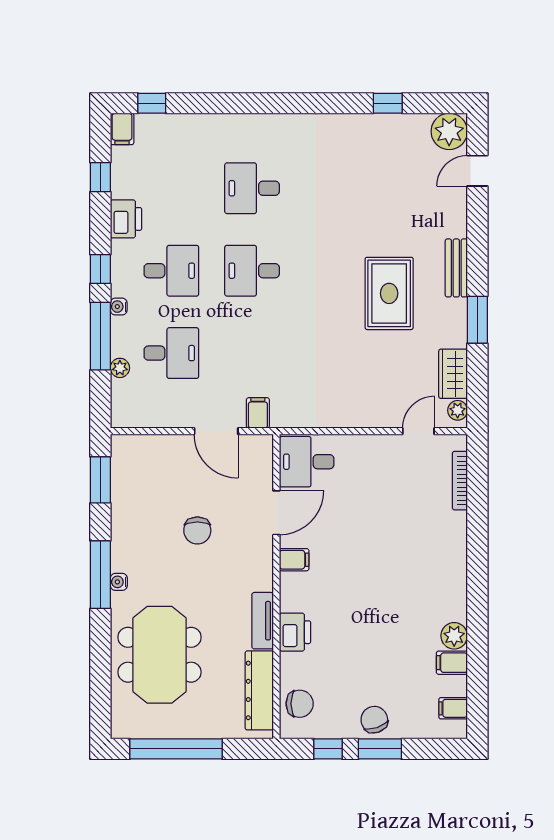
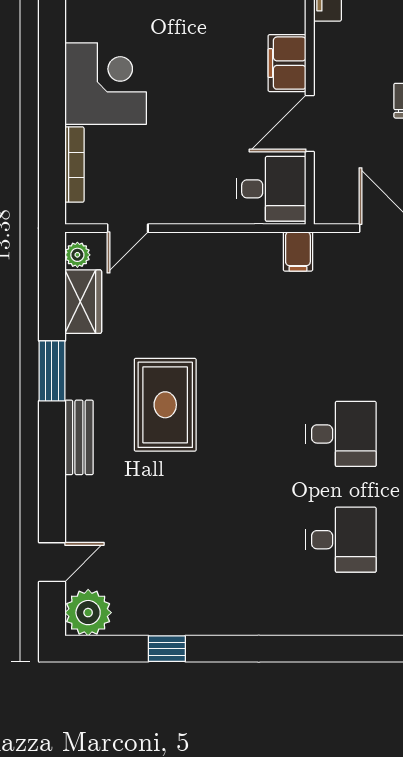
filing cabinet: (258, 413) -> (298, 251), moved
corner desk: (436, 544) -> (106, 84), added
filing cabinet: (294, 560) -> (287, 63), width x2.00

